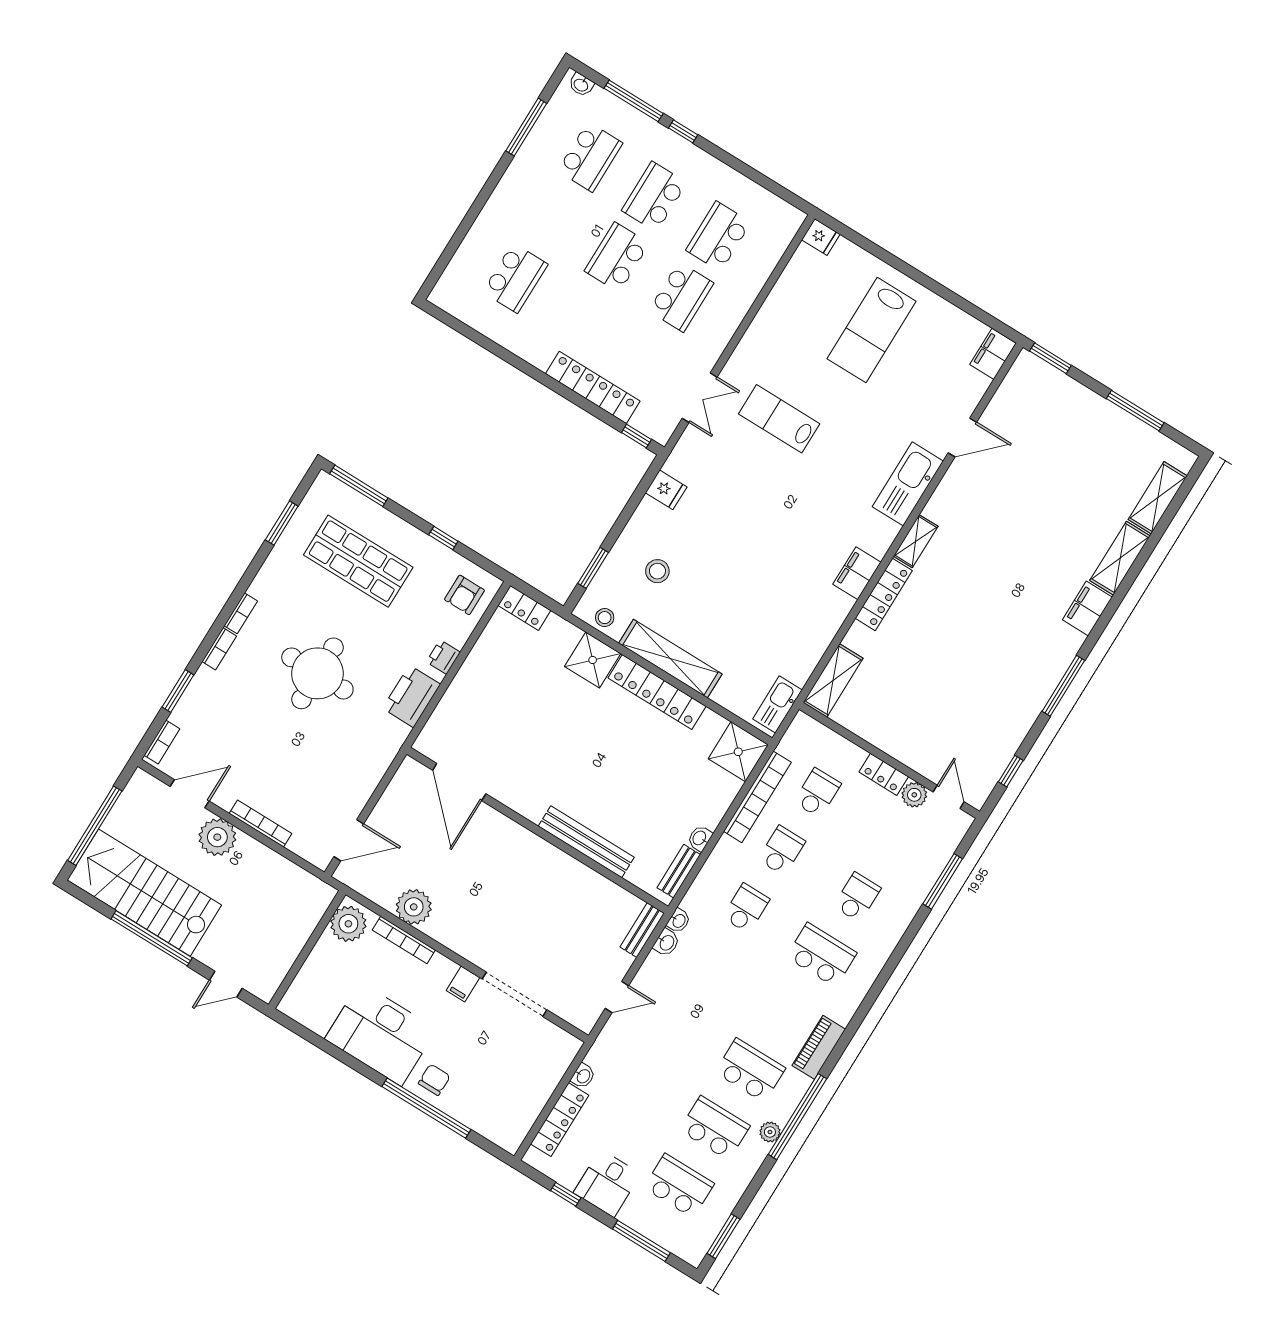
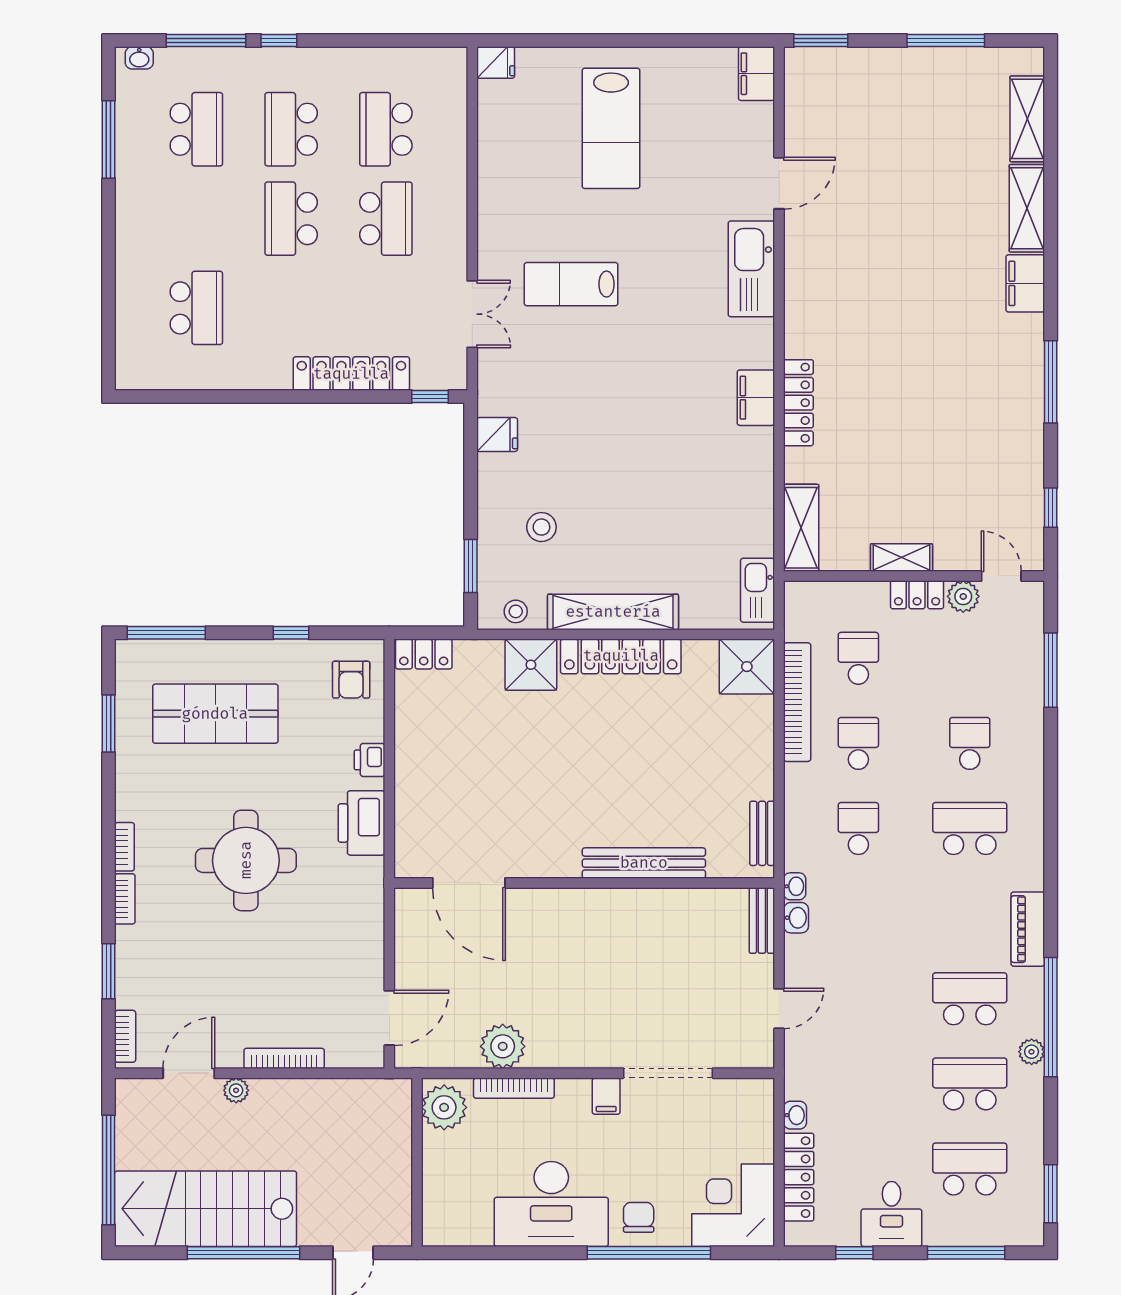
shelving: (916, 541) -> (902, 558), moved, turned 90
plant: (217, 837) -> (236, 1090), width x0.53, depth x0.53
washbasin: (700, 838) -> (763, 784), removed
corner desk: (503, 1111) -> (733, 1205), added

